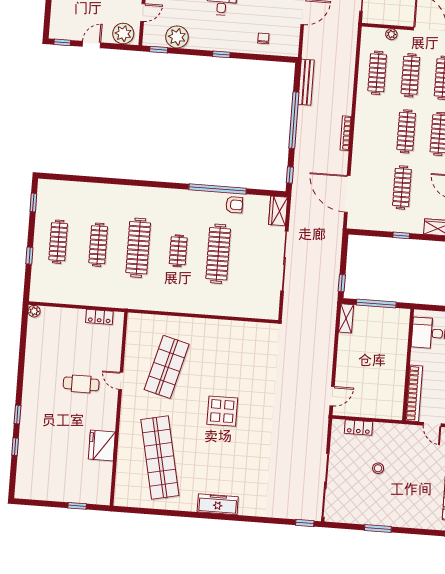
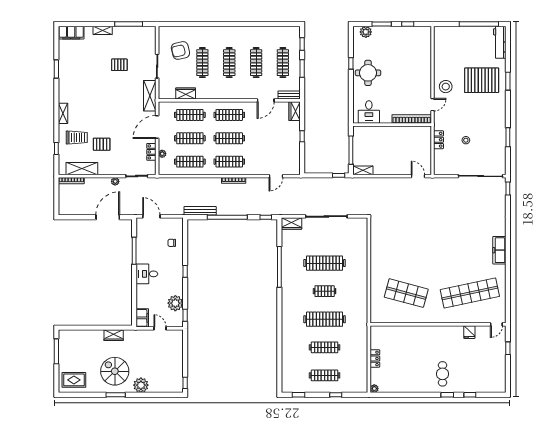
locker: (395, 19) -> (151, 152), added
plant: (123, 34) -> (176, 341), removed
door: (91, 45) -> (185, 363), removed
clothes rail: (402, 187) -> (229, 162), moved
door: (347, 194) -> (276, 176), width x0.53
armchair: (234, 205) -> (289, 254), removed
locker: (99, 317) -> (375, 358), moved
door: (121, 381) -> (496, 324), moved
cafe table: (81, 384) -> (442, 374), moved
display table: (222, 411) -> (434, 252), removed
locker: (359, 428) -> (438, 140), moved
fridge: (102, 446) -> (469, 332), width x0.53, depth x0.75

